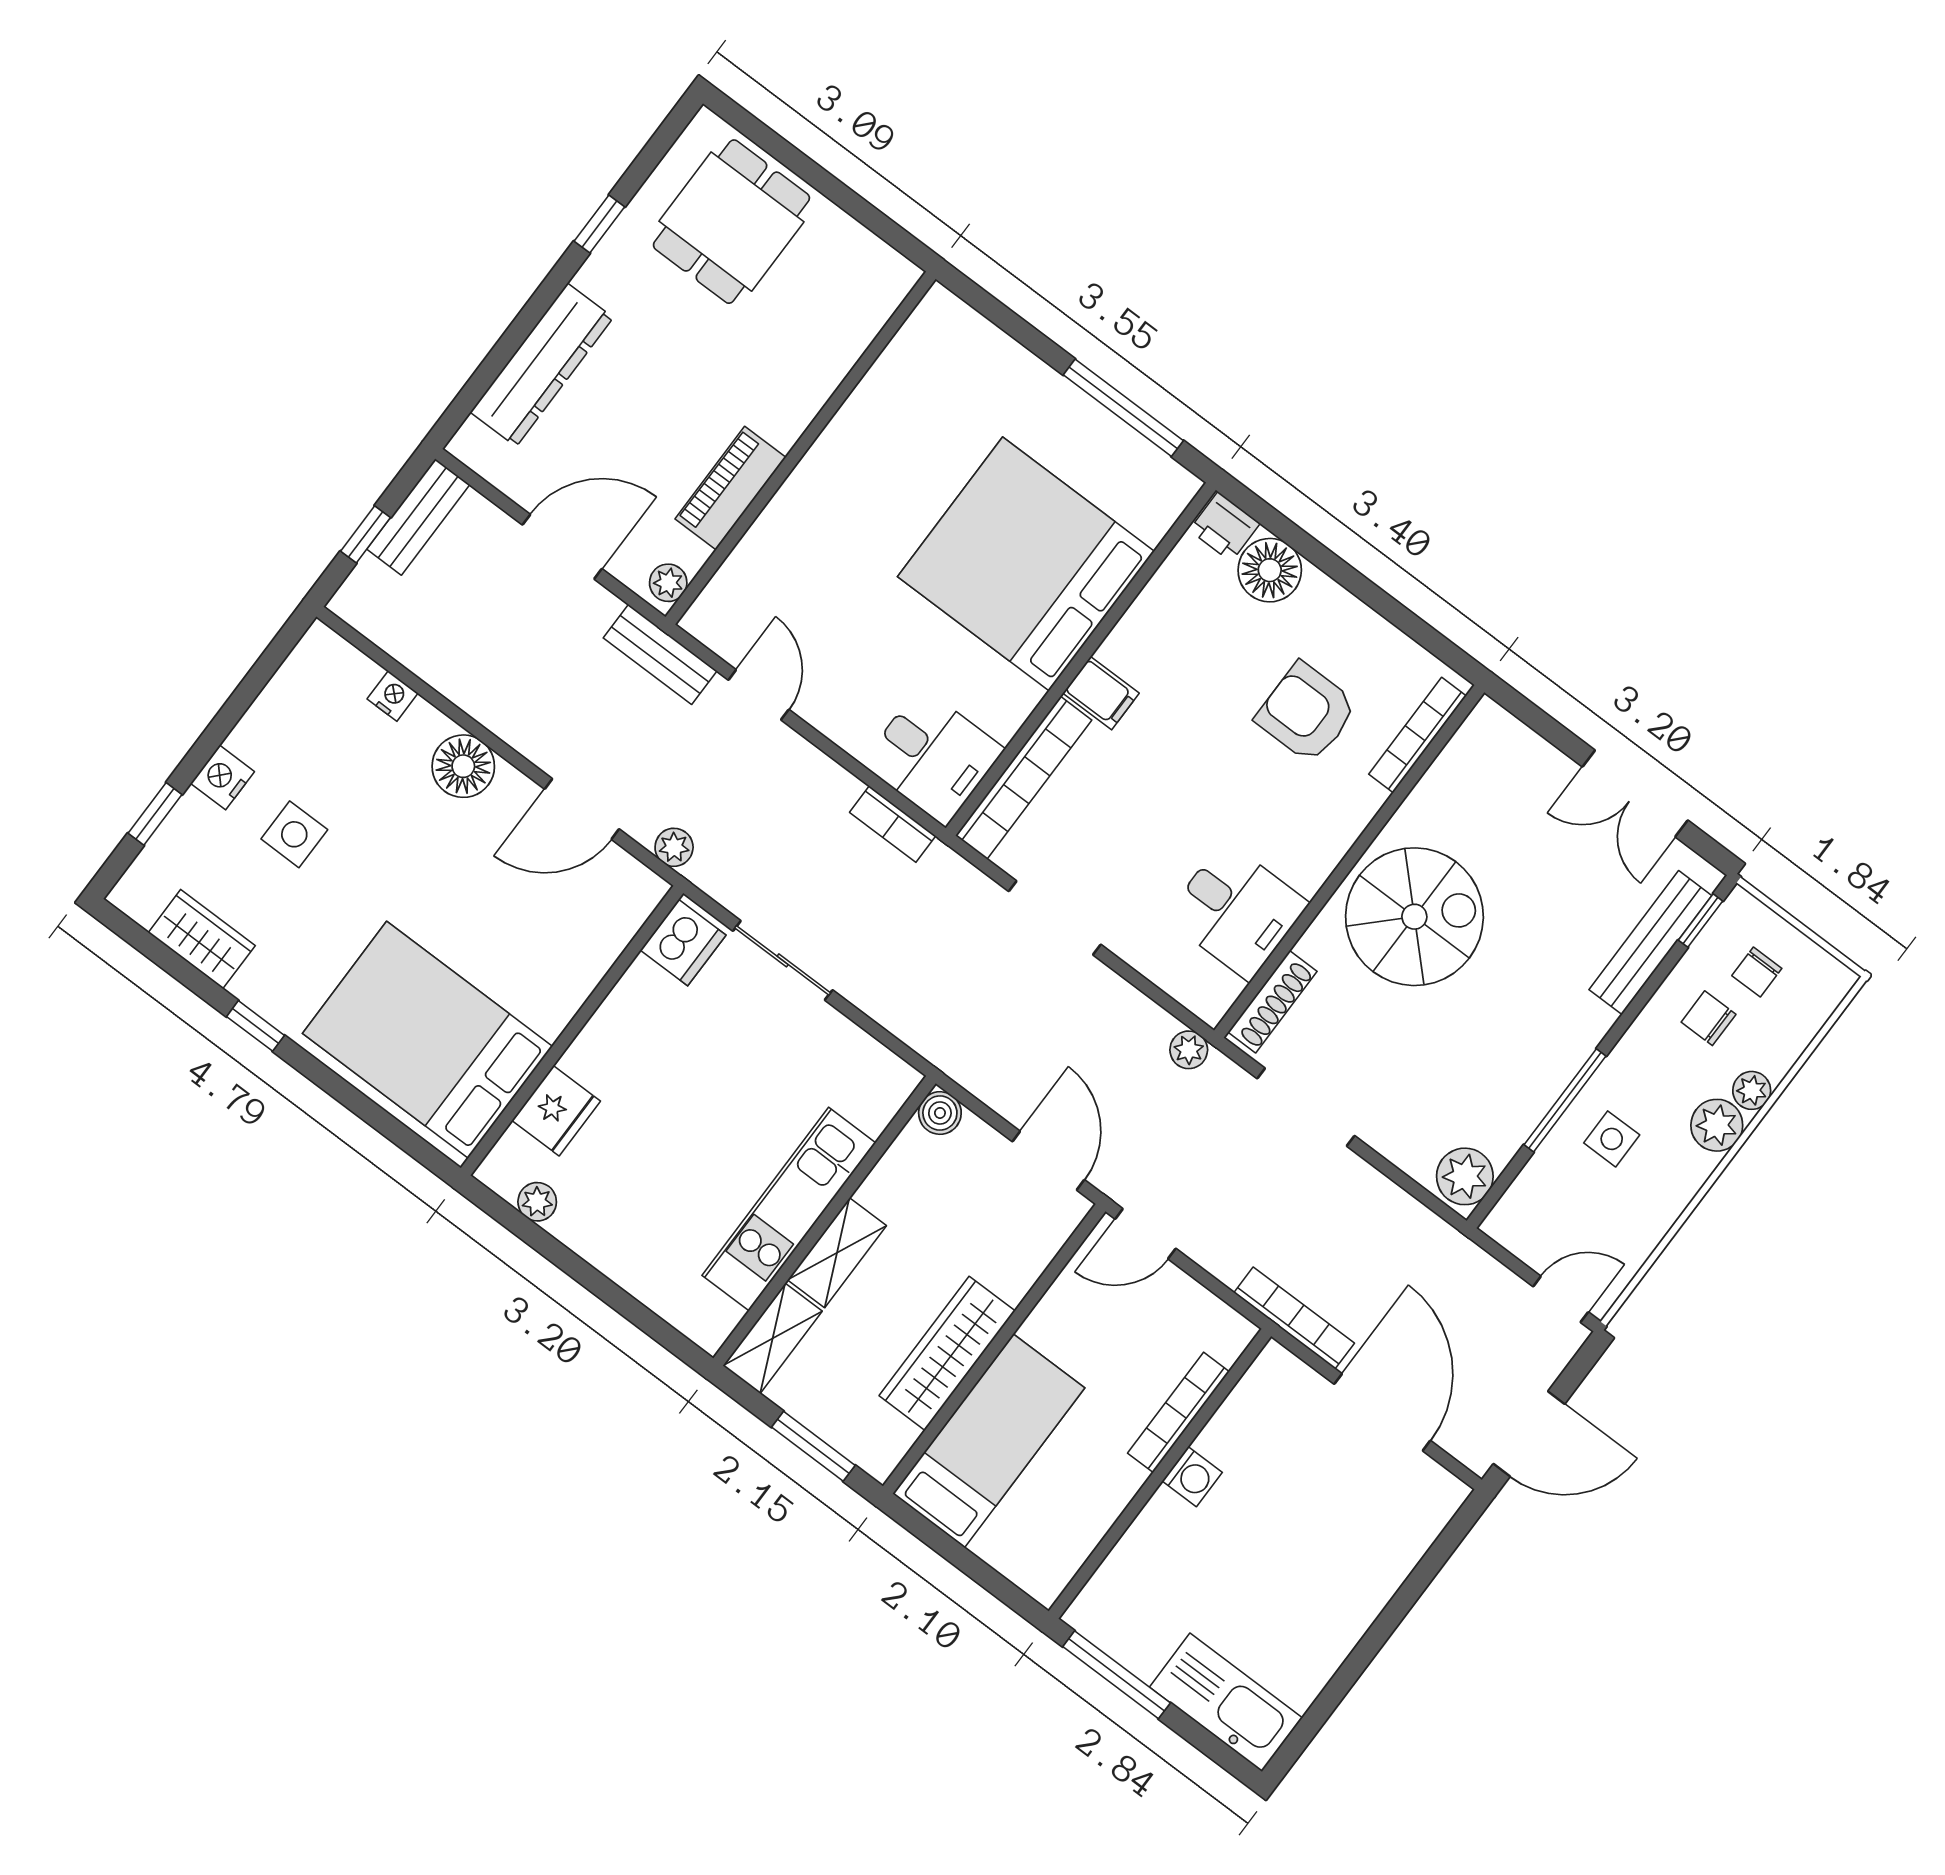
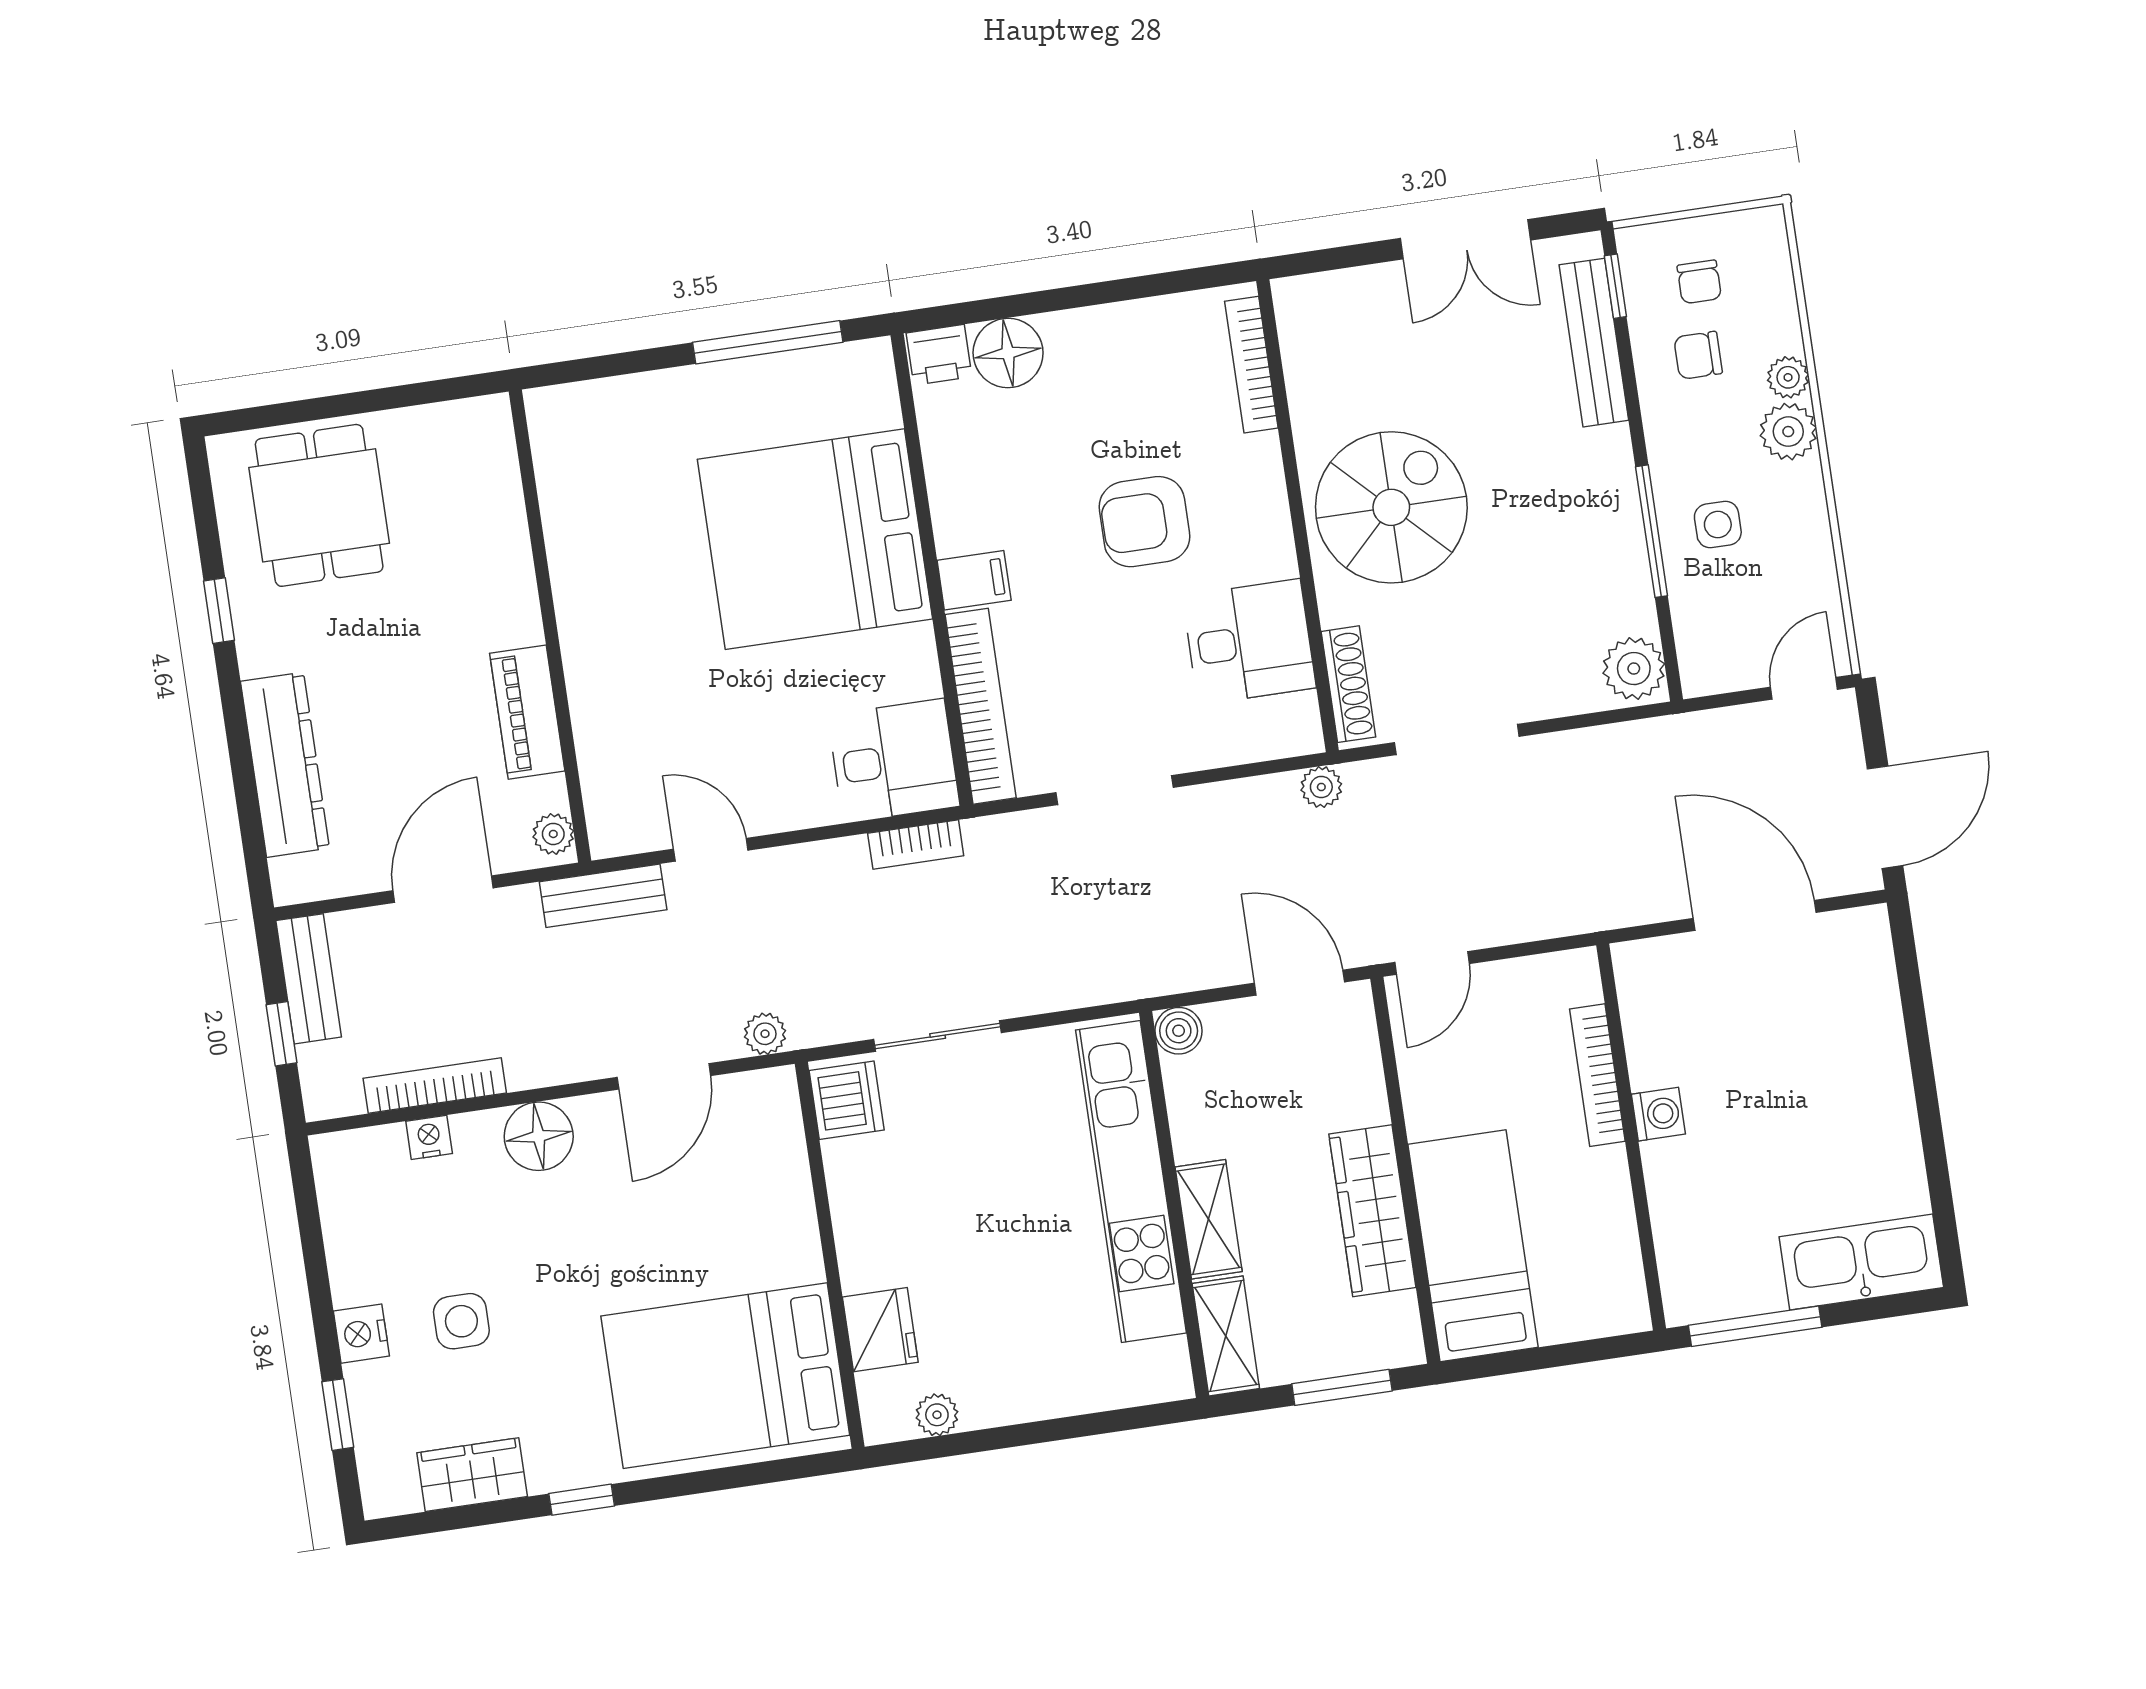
armchair: (1307, 713) -> (1144, 522), moved
kitchen unit: (789, 1209) -> (1131, 1182), width x1.36
bookcase: (1294, 1318) -> (435, 1086), moved

